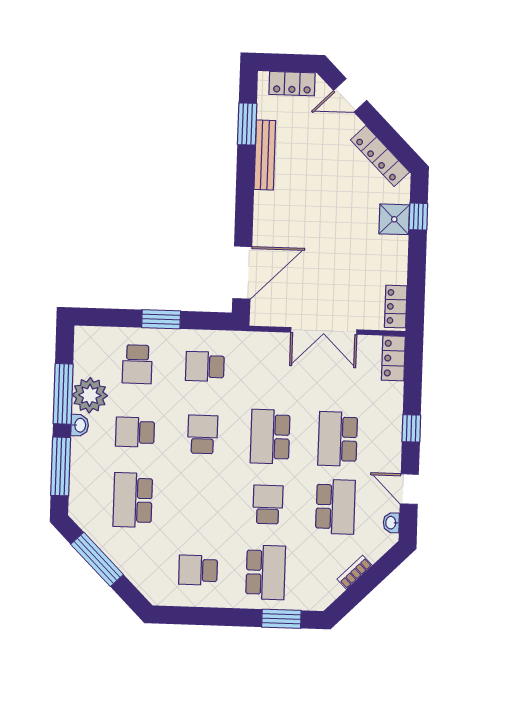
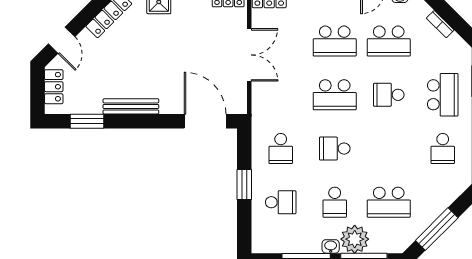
bench: (265, 155) -> (131, 106), moved
plant: (90, 395) -> (355, 239), moved
school desk: (335, 507) -> (389, 41), turned 180
school desk: (266, 572) -> (443, 95), turned 90

